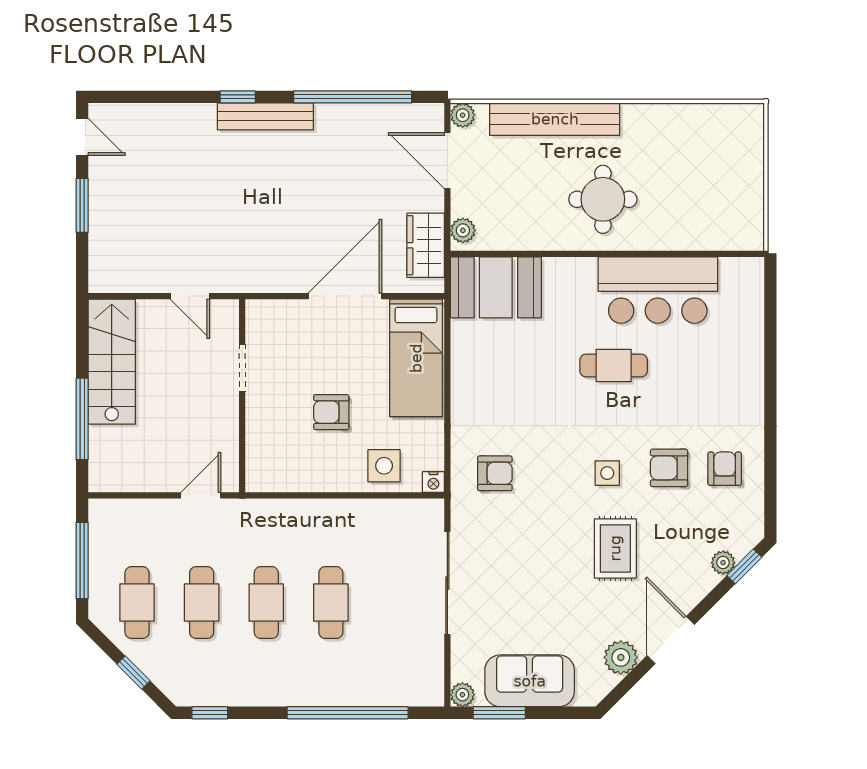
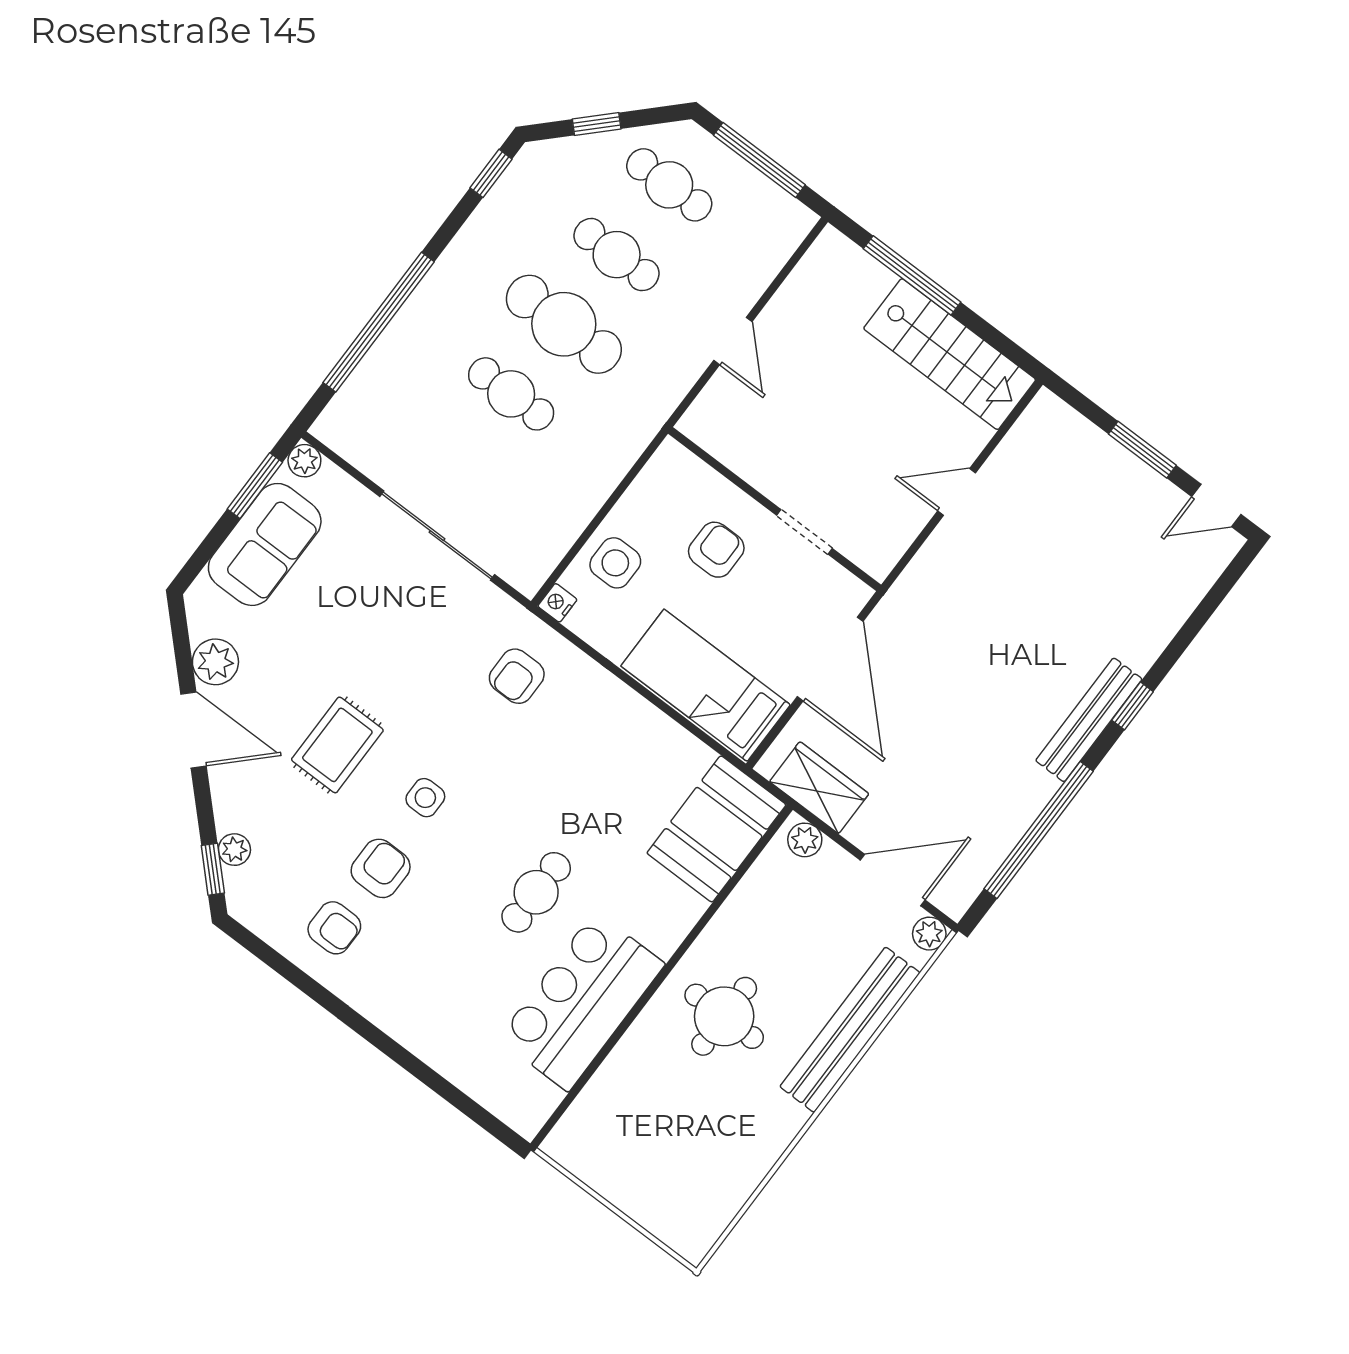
doorway: (242, 368) -> (804, 532), moved
wall: (242, 396) -> (775, 509), moved
rug: (615, 548) -> (337, 745), turned 90
cafe table: (266, 603) -> (564, 324), width x1.37, depth x1.35

